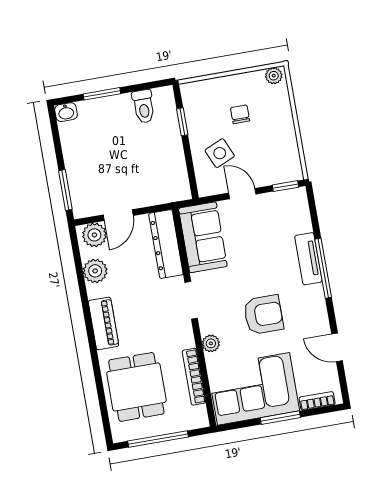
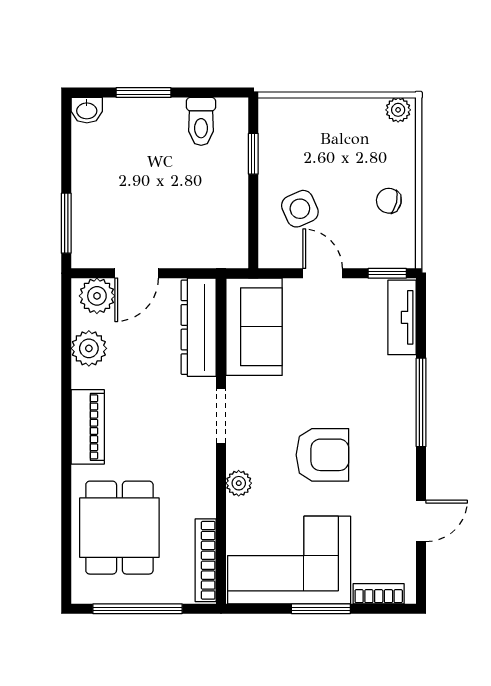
chair: (240, 114) -> (389, 201), moved, turned -77
tv unit: (308, 259) -> (402, 317), moved
door: (337, 347) -> (421, 521), swing flipped
bookcase: (194, 377) -> (206, 560), moved

